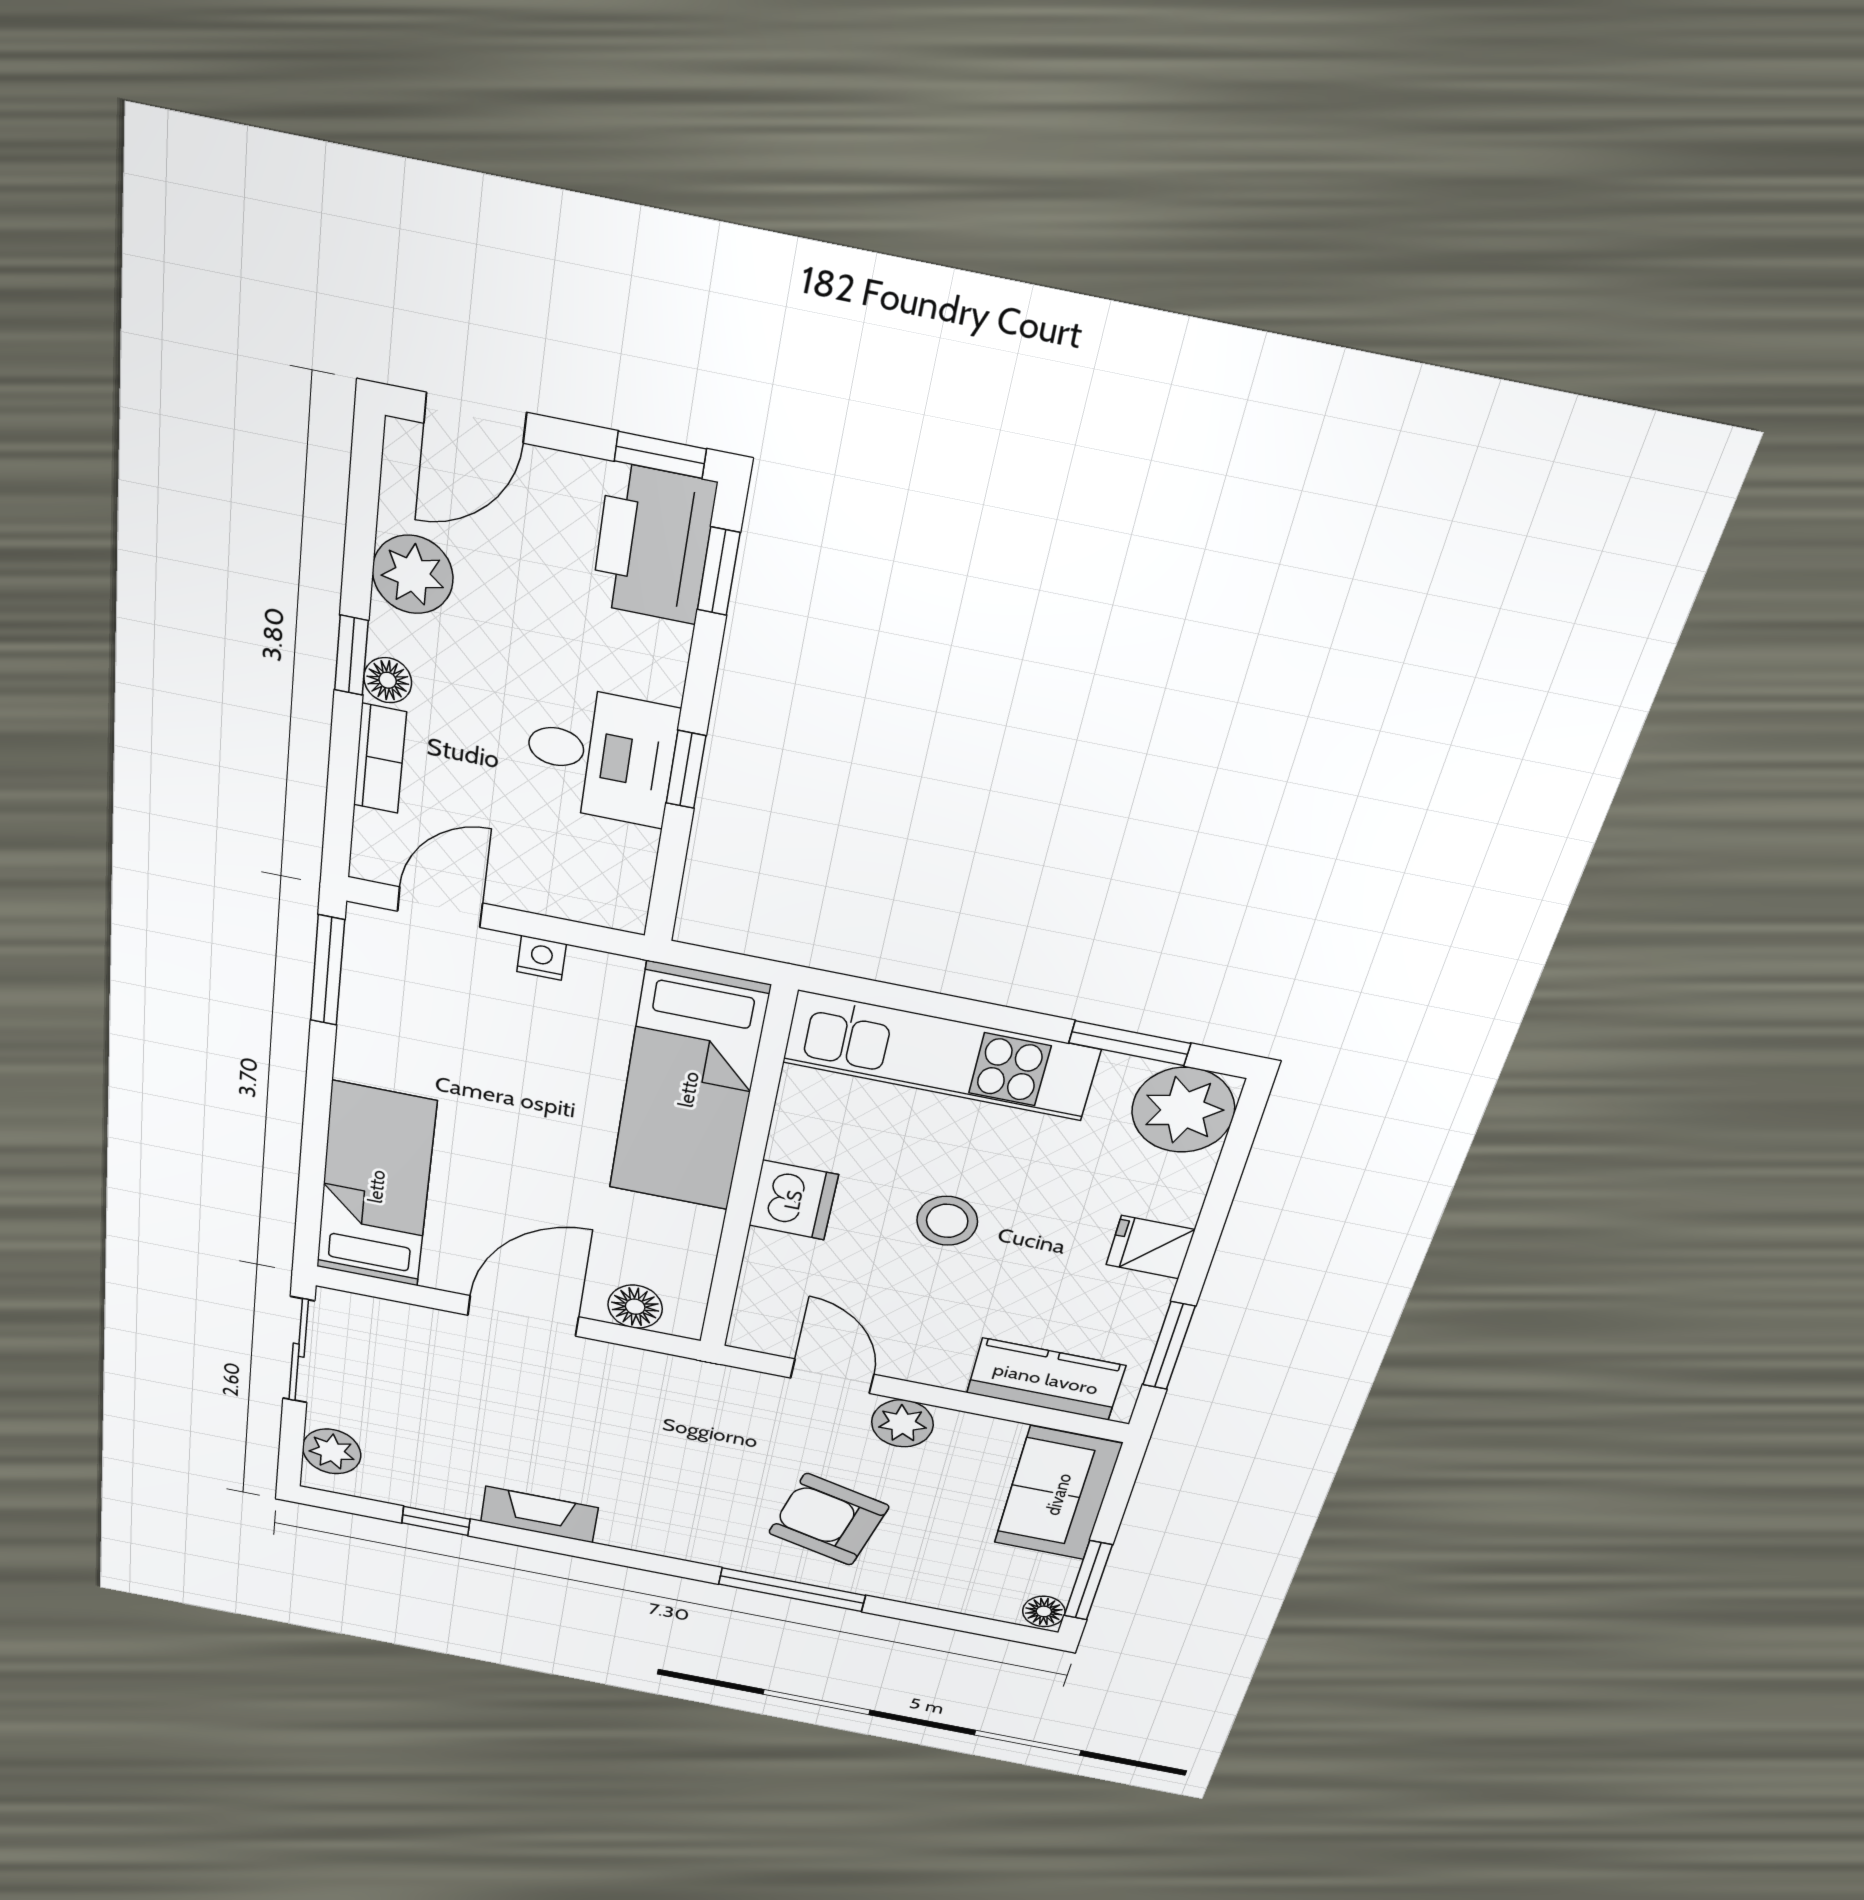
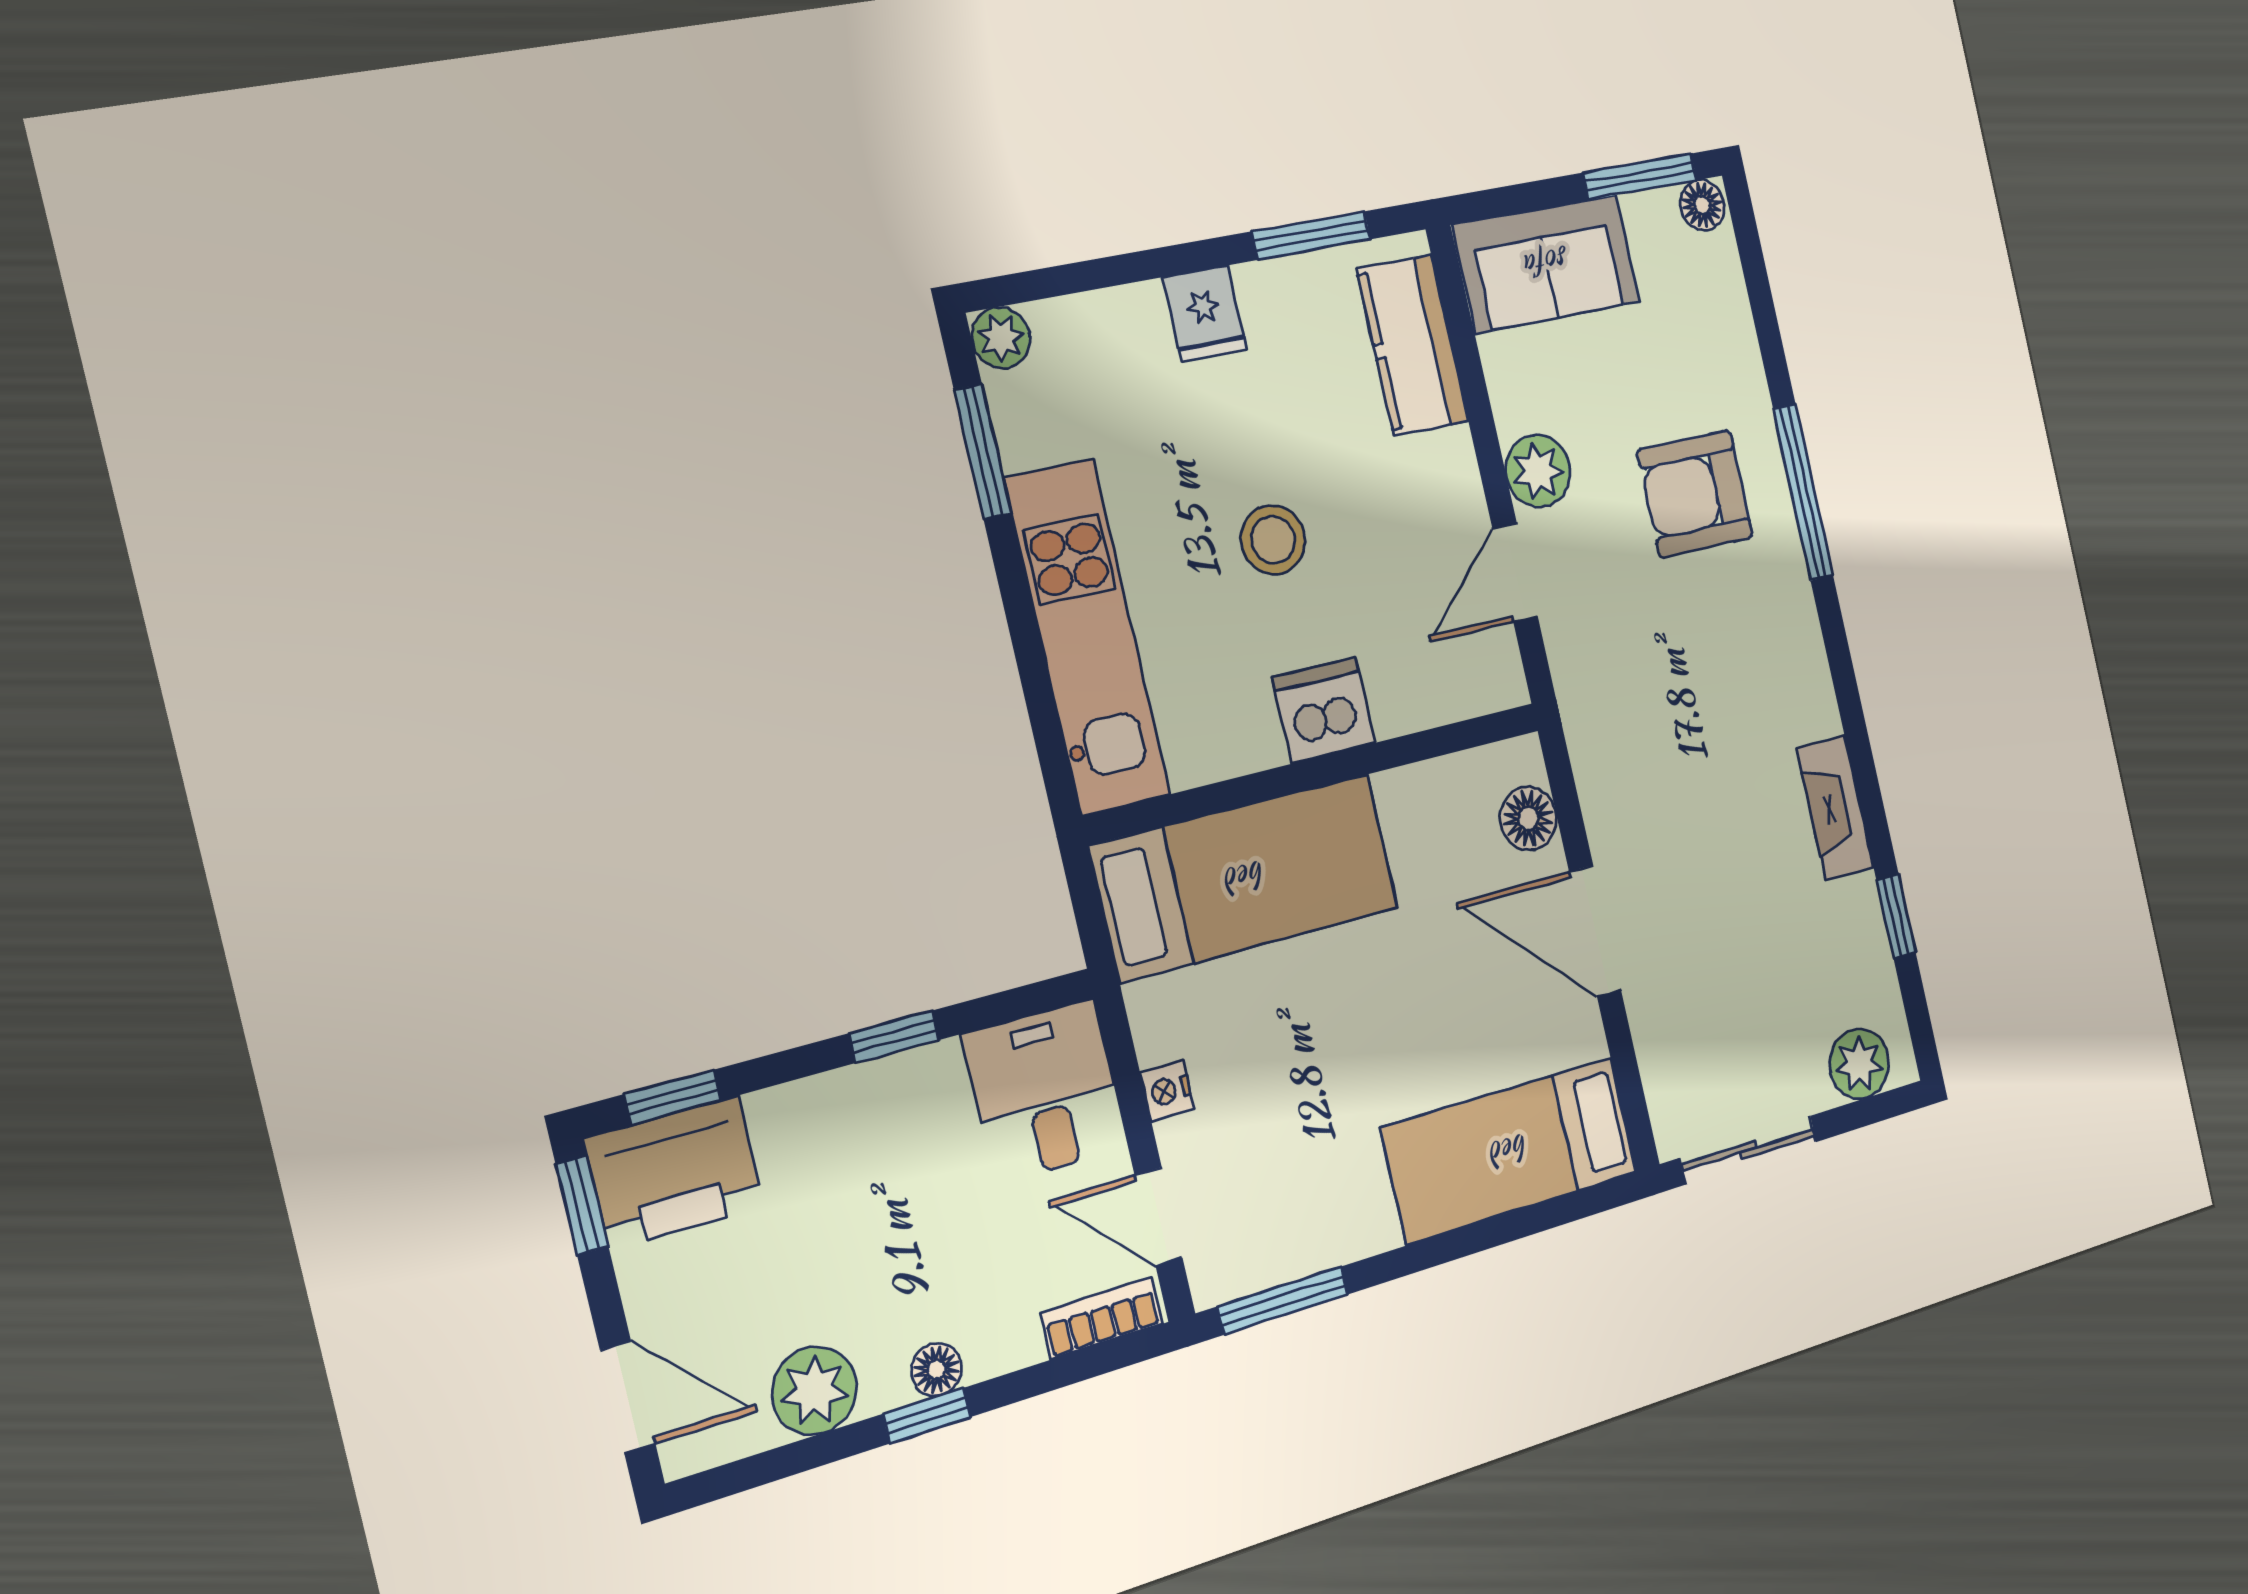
desk: (600, 755) -> (1045, 1091), moved
bookcase: (380, 759) -> (1102, 1318), moved
plant: (1183, 1110) -> (1001, 338), width x0.53, depth x0.53
armchair: (829, 1520) -> (1695, 494), turned 76

